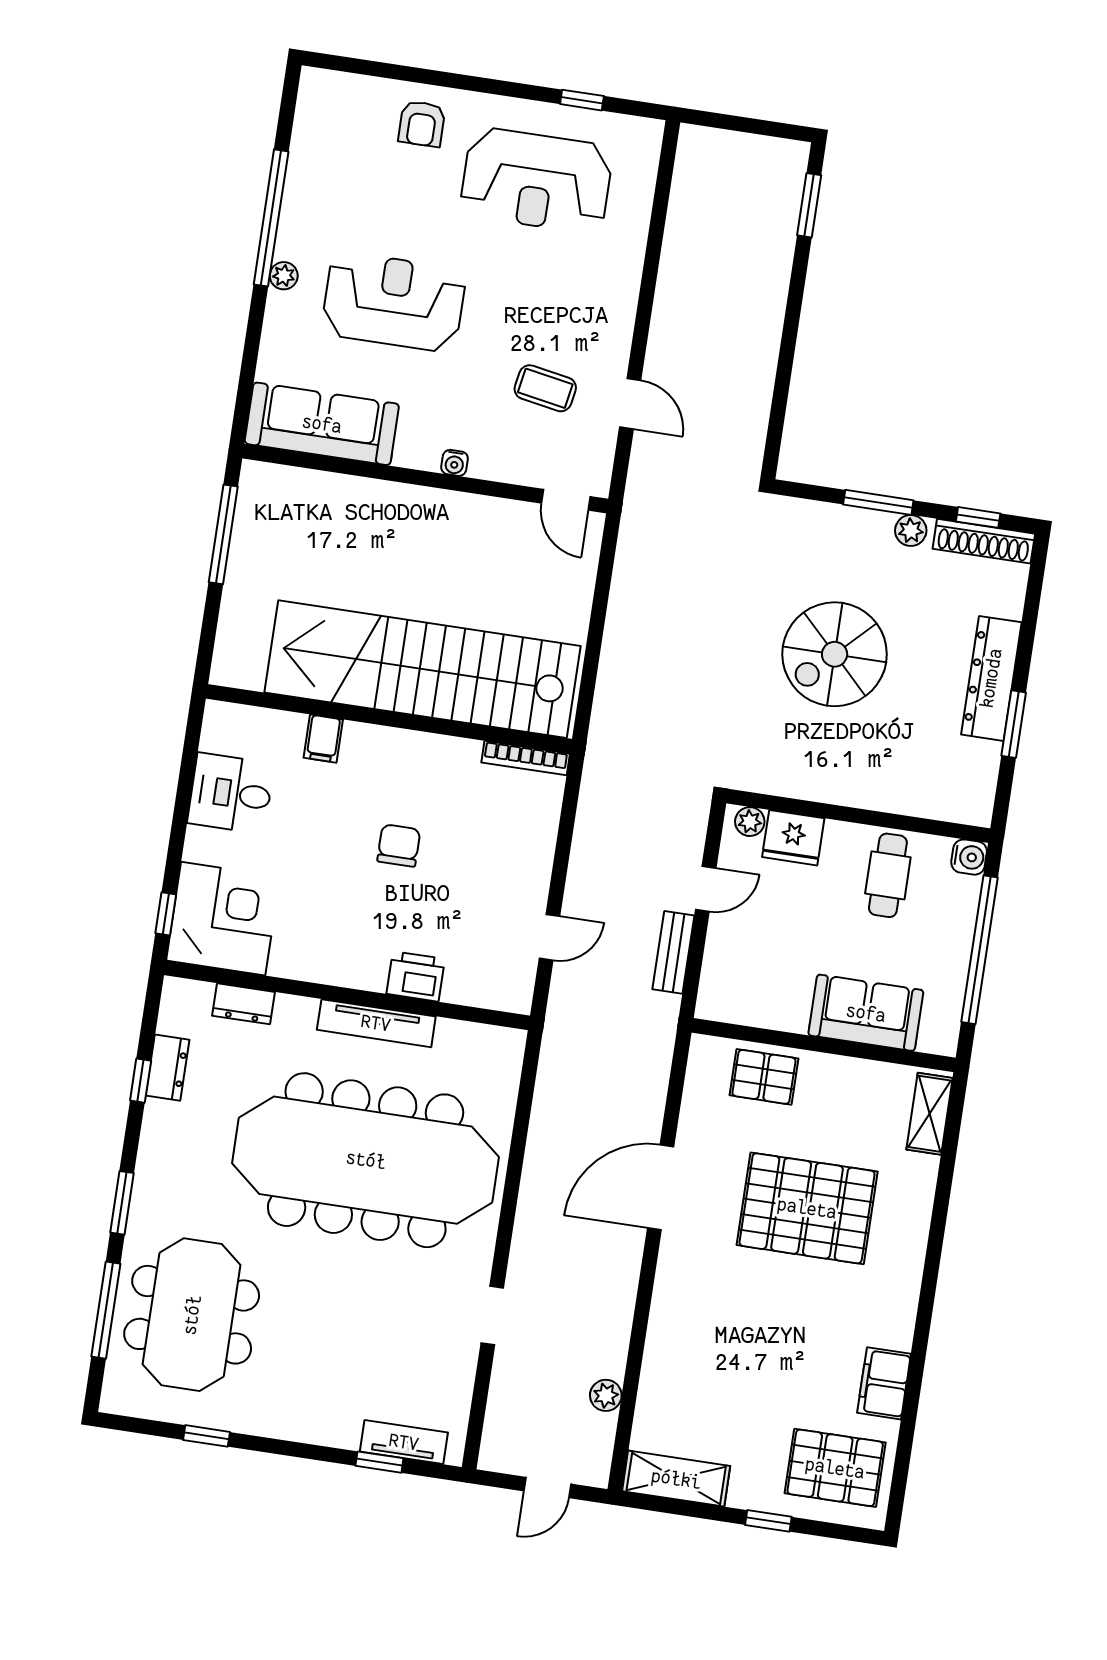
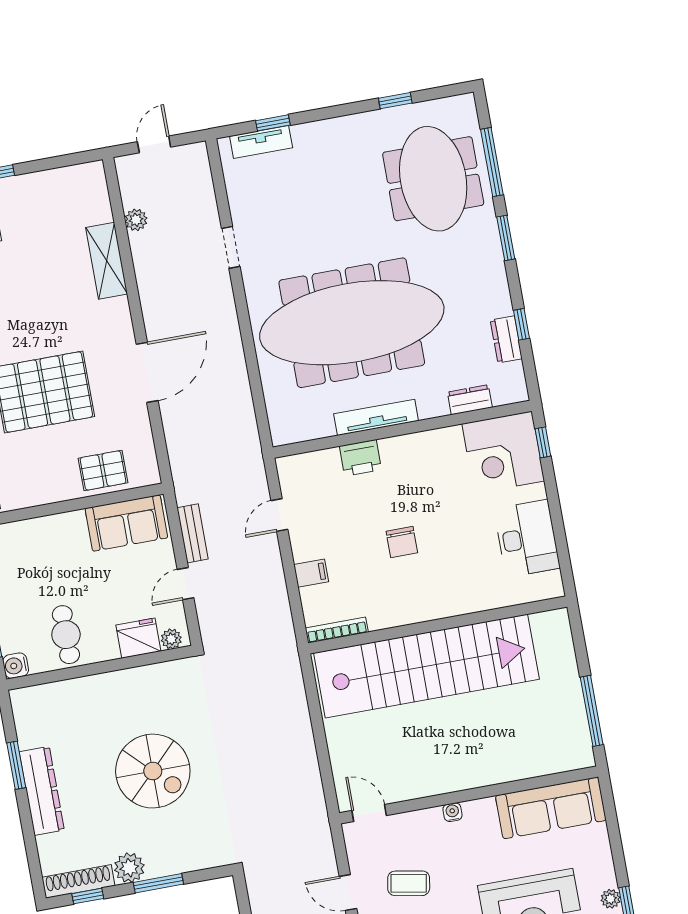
plant: (911, 530) -> (129, 868), width x1.38, depth x1.38
spiral stairs: (835, 654) -> (153, 771), turned 90
filing cabinet: (323, 739) -> (311, 573), moved, turned 90
desk: (231, 793) -> (527, 538), width x1.37
sofa: (866, 1013) -> (126, 523), moved
shelving: (676, 1479) -> (107, 261), moved, turned 90

